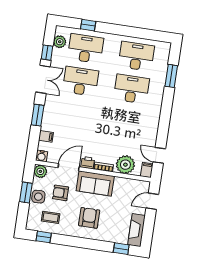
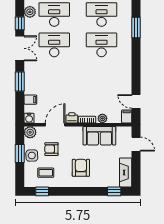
plant: (125, 165) -> (102, 118), width x0.53, depth x0.53
sofa: (95, 183) -> (99, 136), moved
door: (152, 201) -> (136, 144), swing flipped

